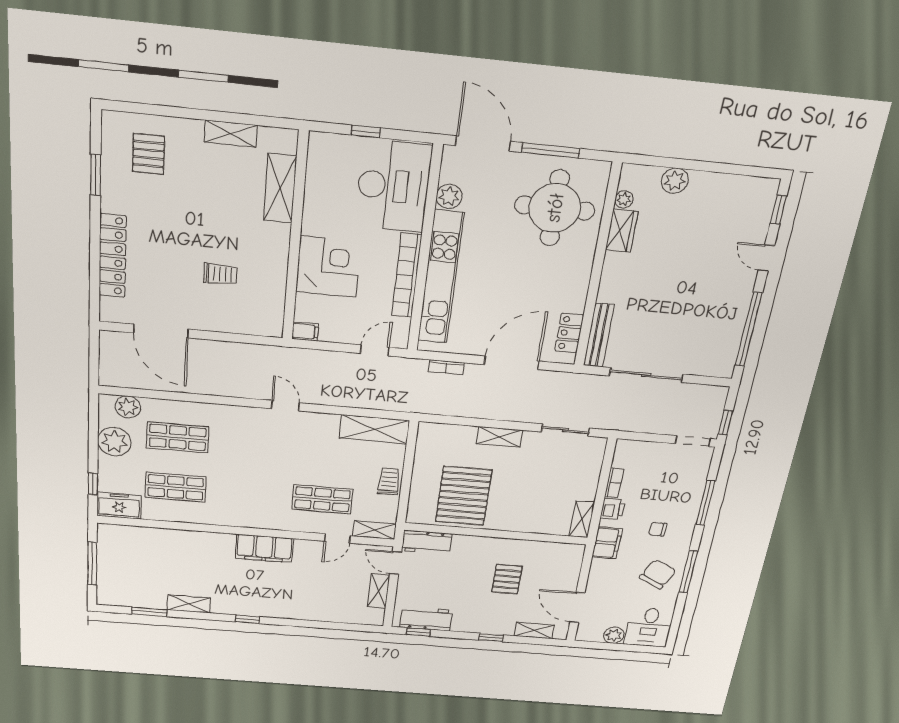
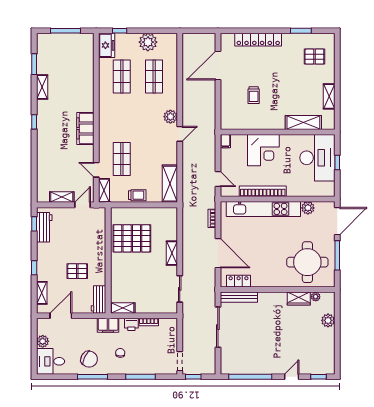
desk: (393, 186) -> (317, 158), moved, turned -90
plant: (128, 407) -> (170, 117), moved
workbench: (427, 542) -> (99, 300), moved

